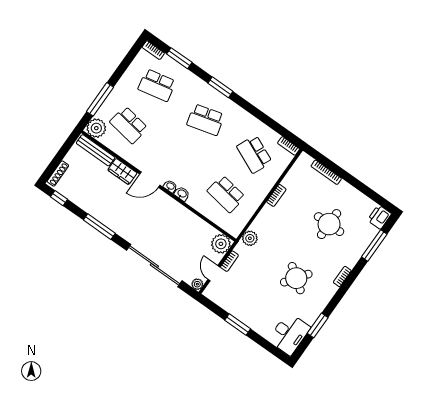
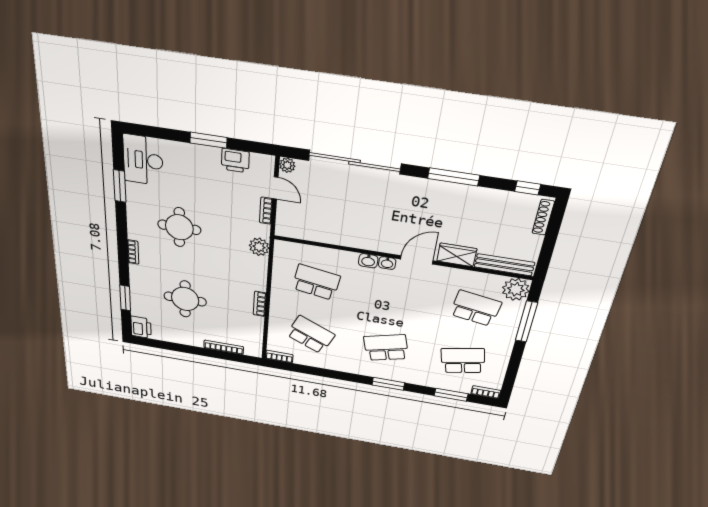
plant: (221, 244) -> (288, 226), removed
window: (374, 245) -> (125, 298), width x0.69
round table: (296, 278) -> (179, 227), turned -36
printer: (229, 303) -> (235, 161), added

